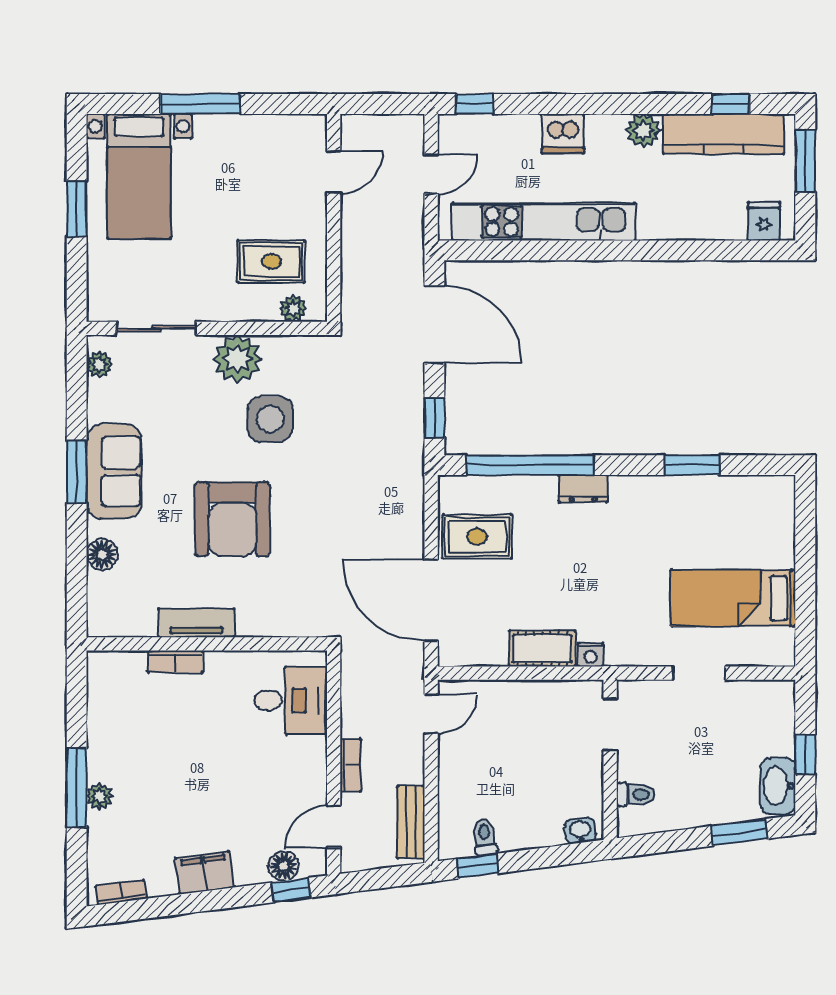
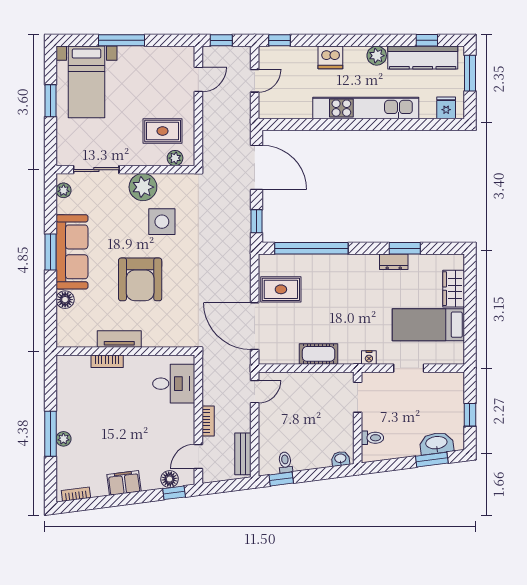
window: (373, 104) -> (221, 40), added
kitchen unit: (544, 222) -> (366, 108), moved
sofa: (114, 471) -> (72, 252), width x1.36
dresser: (583, 489) -> (394, 262), moved
wardrobe: (777, 535) -> (454, 289), added
nightstand: (591, 655) -> (369, 357), moved
washbasin: (778, 786) -> (436, 443), moved, turned 83

